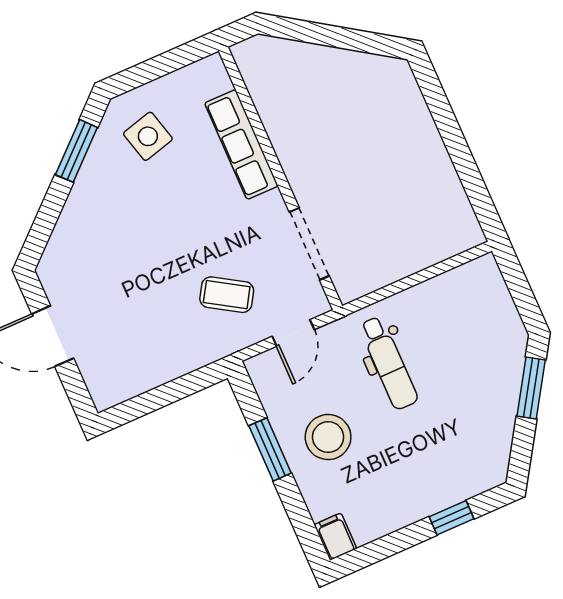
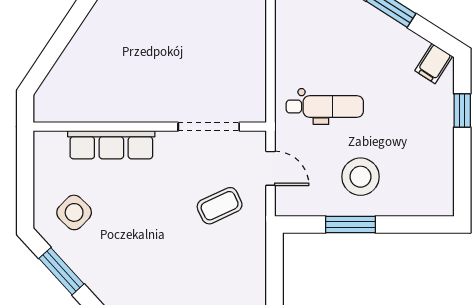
side table: (148, 136) -> (74, 212), turned -31
coffee table: (227, 295) -> (220, 206), turned 33
filing cabinet: (335, 537) -> (434, 63), moved, turned -57

